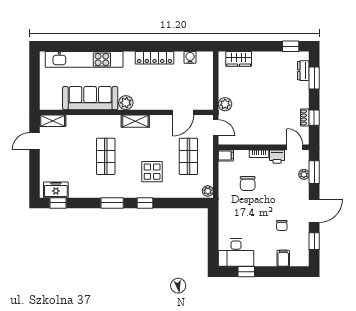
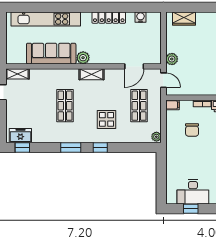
desk: (236, 253) -> (193, 192), moved

